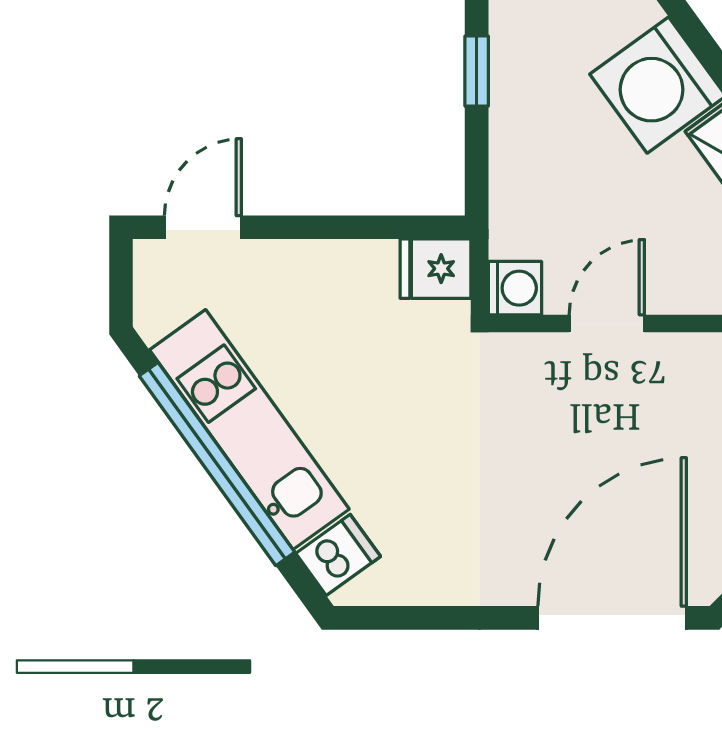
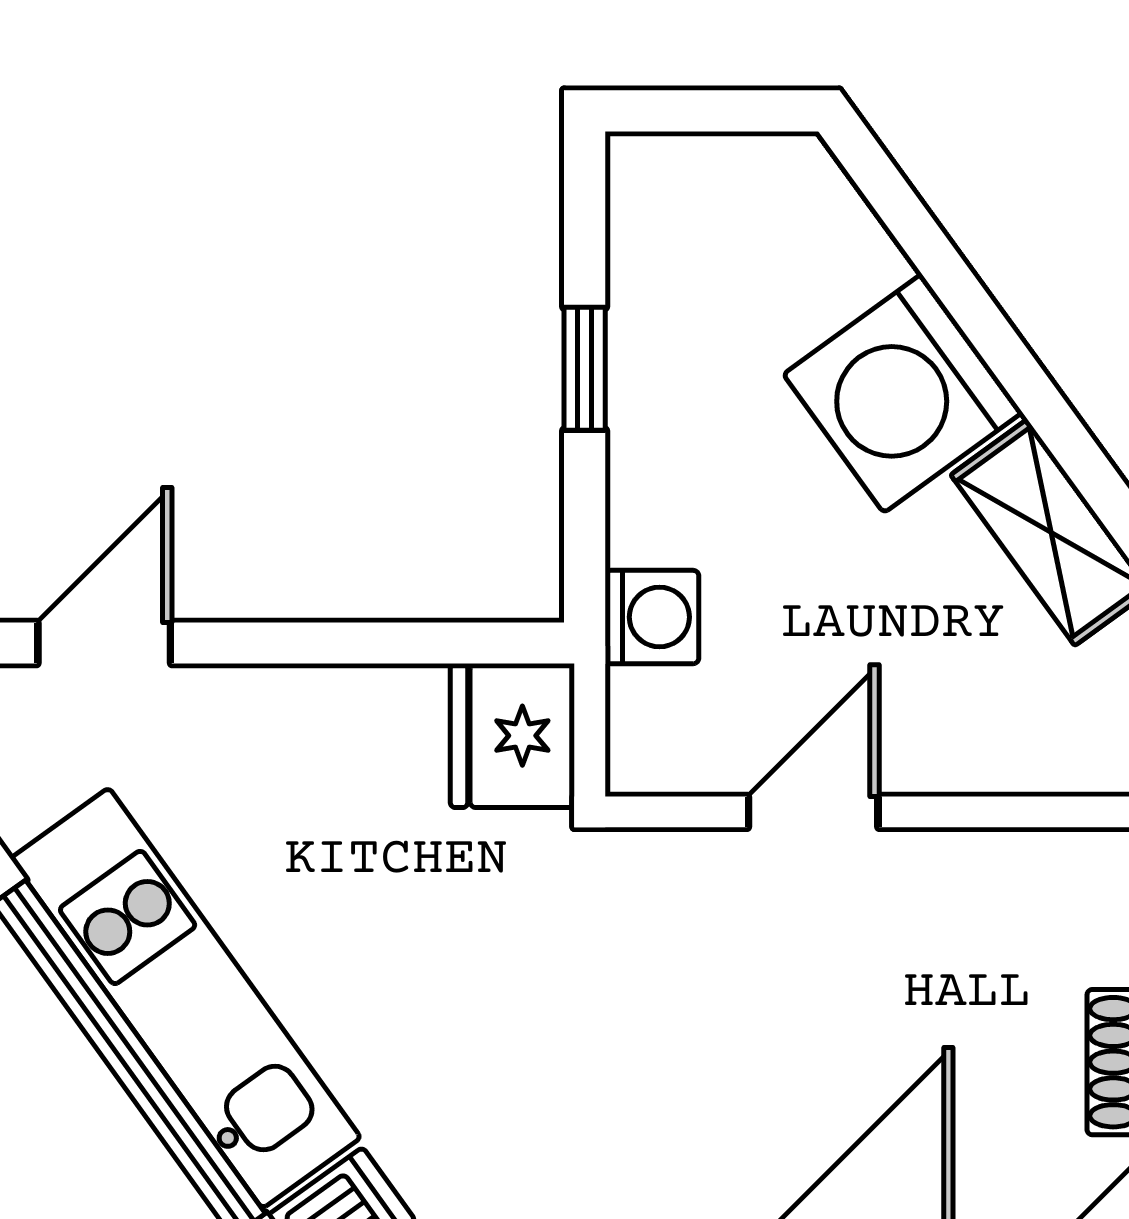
fridge: (435, 269) -> (512, 736), width x1.38
washing machine: (515, 288) -> (652, 617), moved

